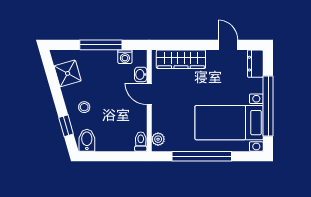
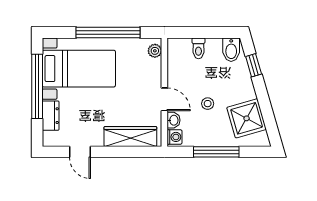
washing machine: (125, 57) -> (174, 137), moved, turned 90
dresser: (255, 64) -> (51, 116), moved
shower: (68, 73) -> (247, 118), width x1.36, depth x1.36
stool: (84, 107) -> (208, 104), moved
toilet: (141, 142) -> (198, 48), moved

